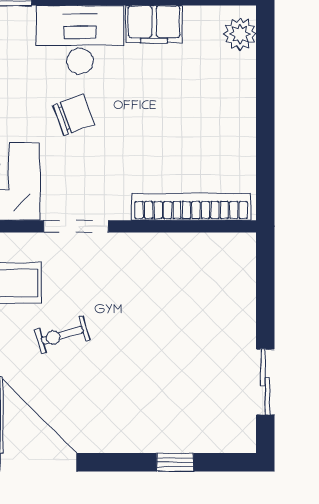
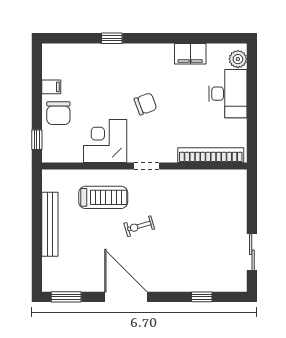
desk: (80, 40) -> (228, 94), moved, turned 90
doorway: (76, 226) -> (147, 166), width x0.73

